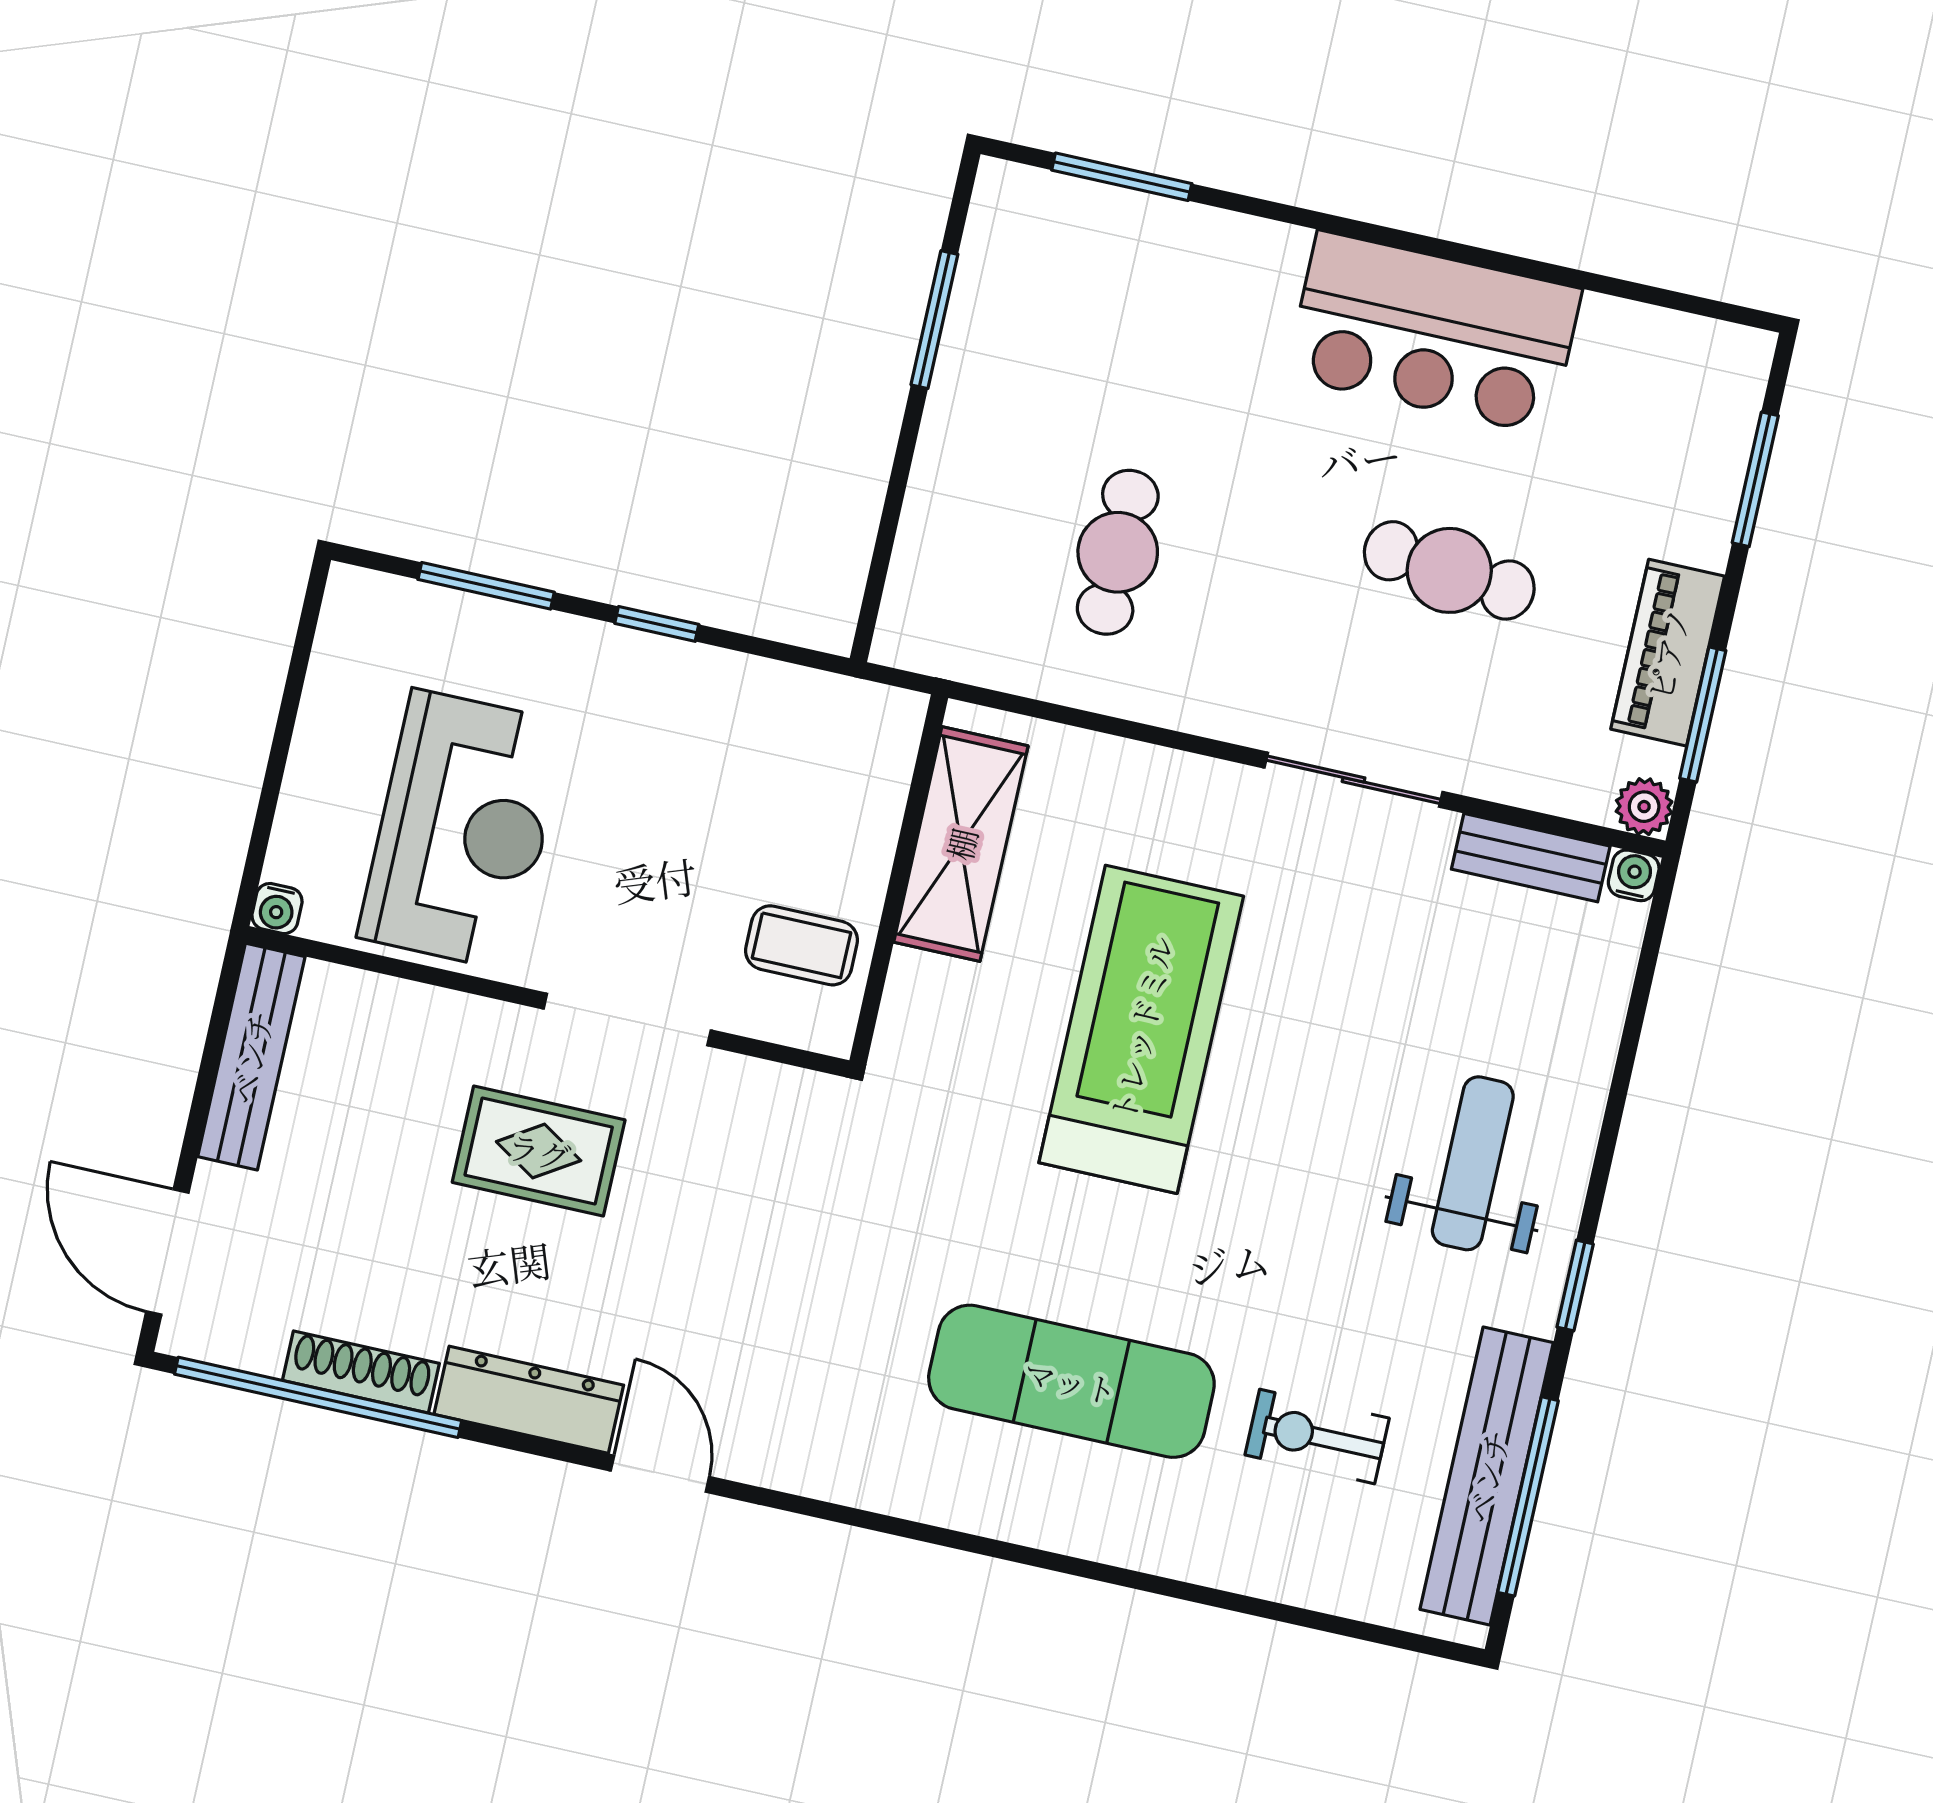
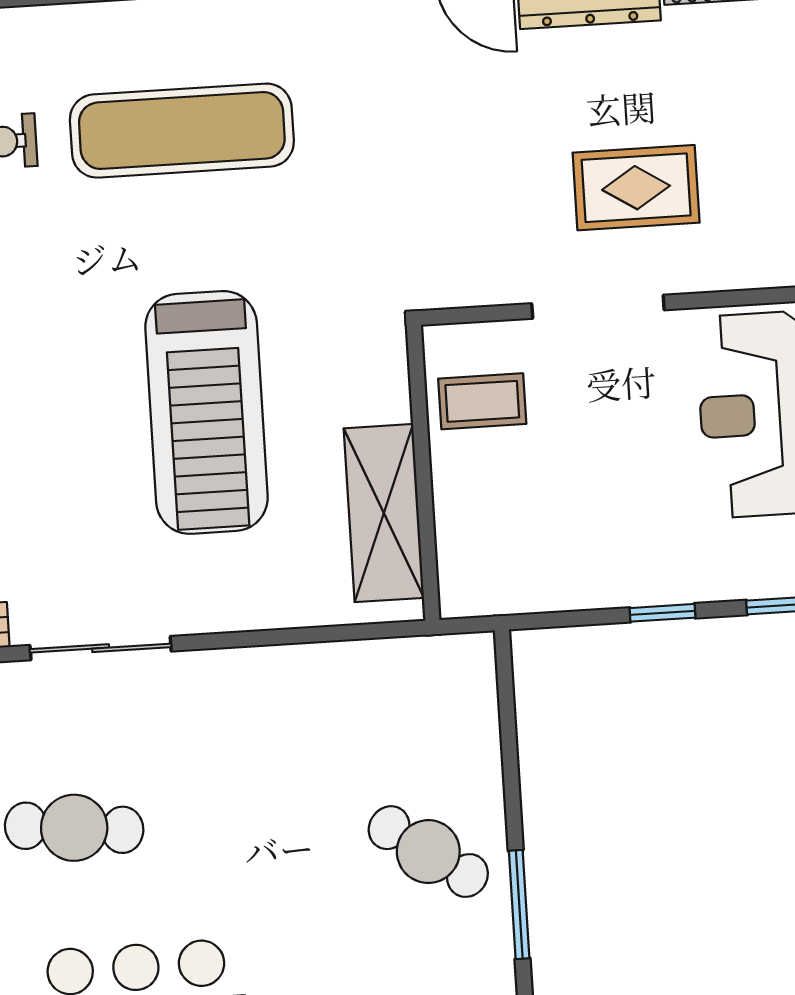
cafe table: (1118, 552) -> (428, 852), moved, turned -55

